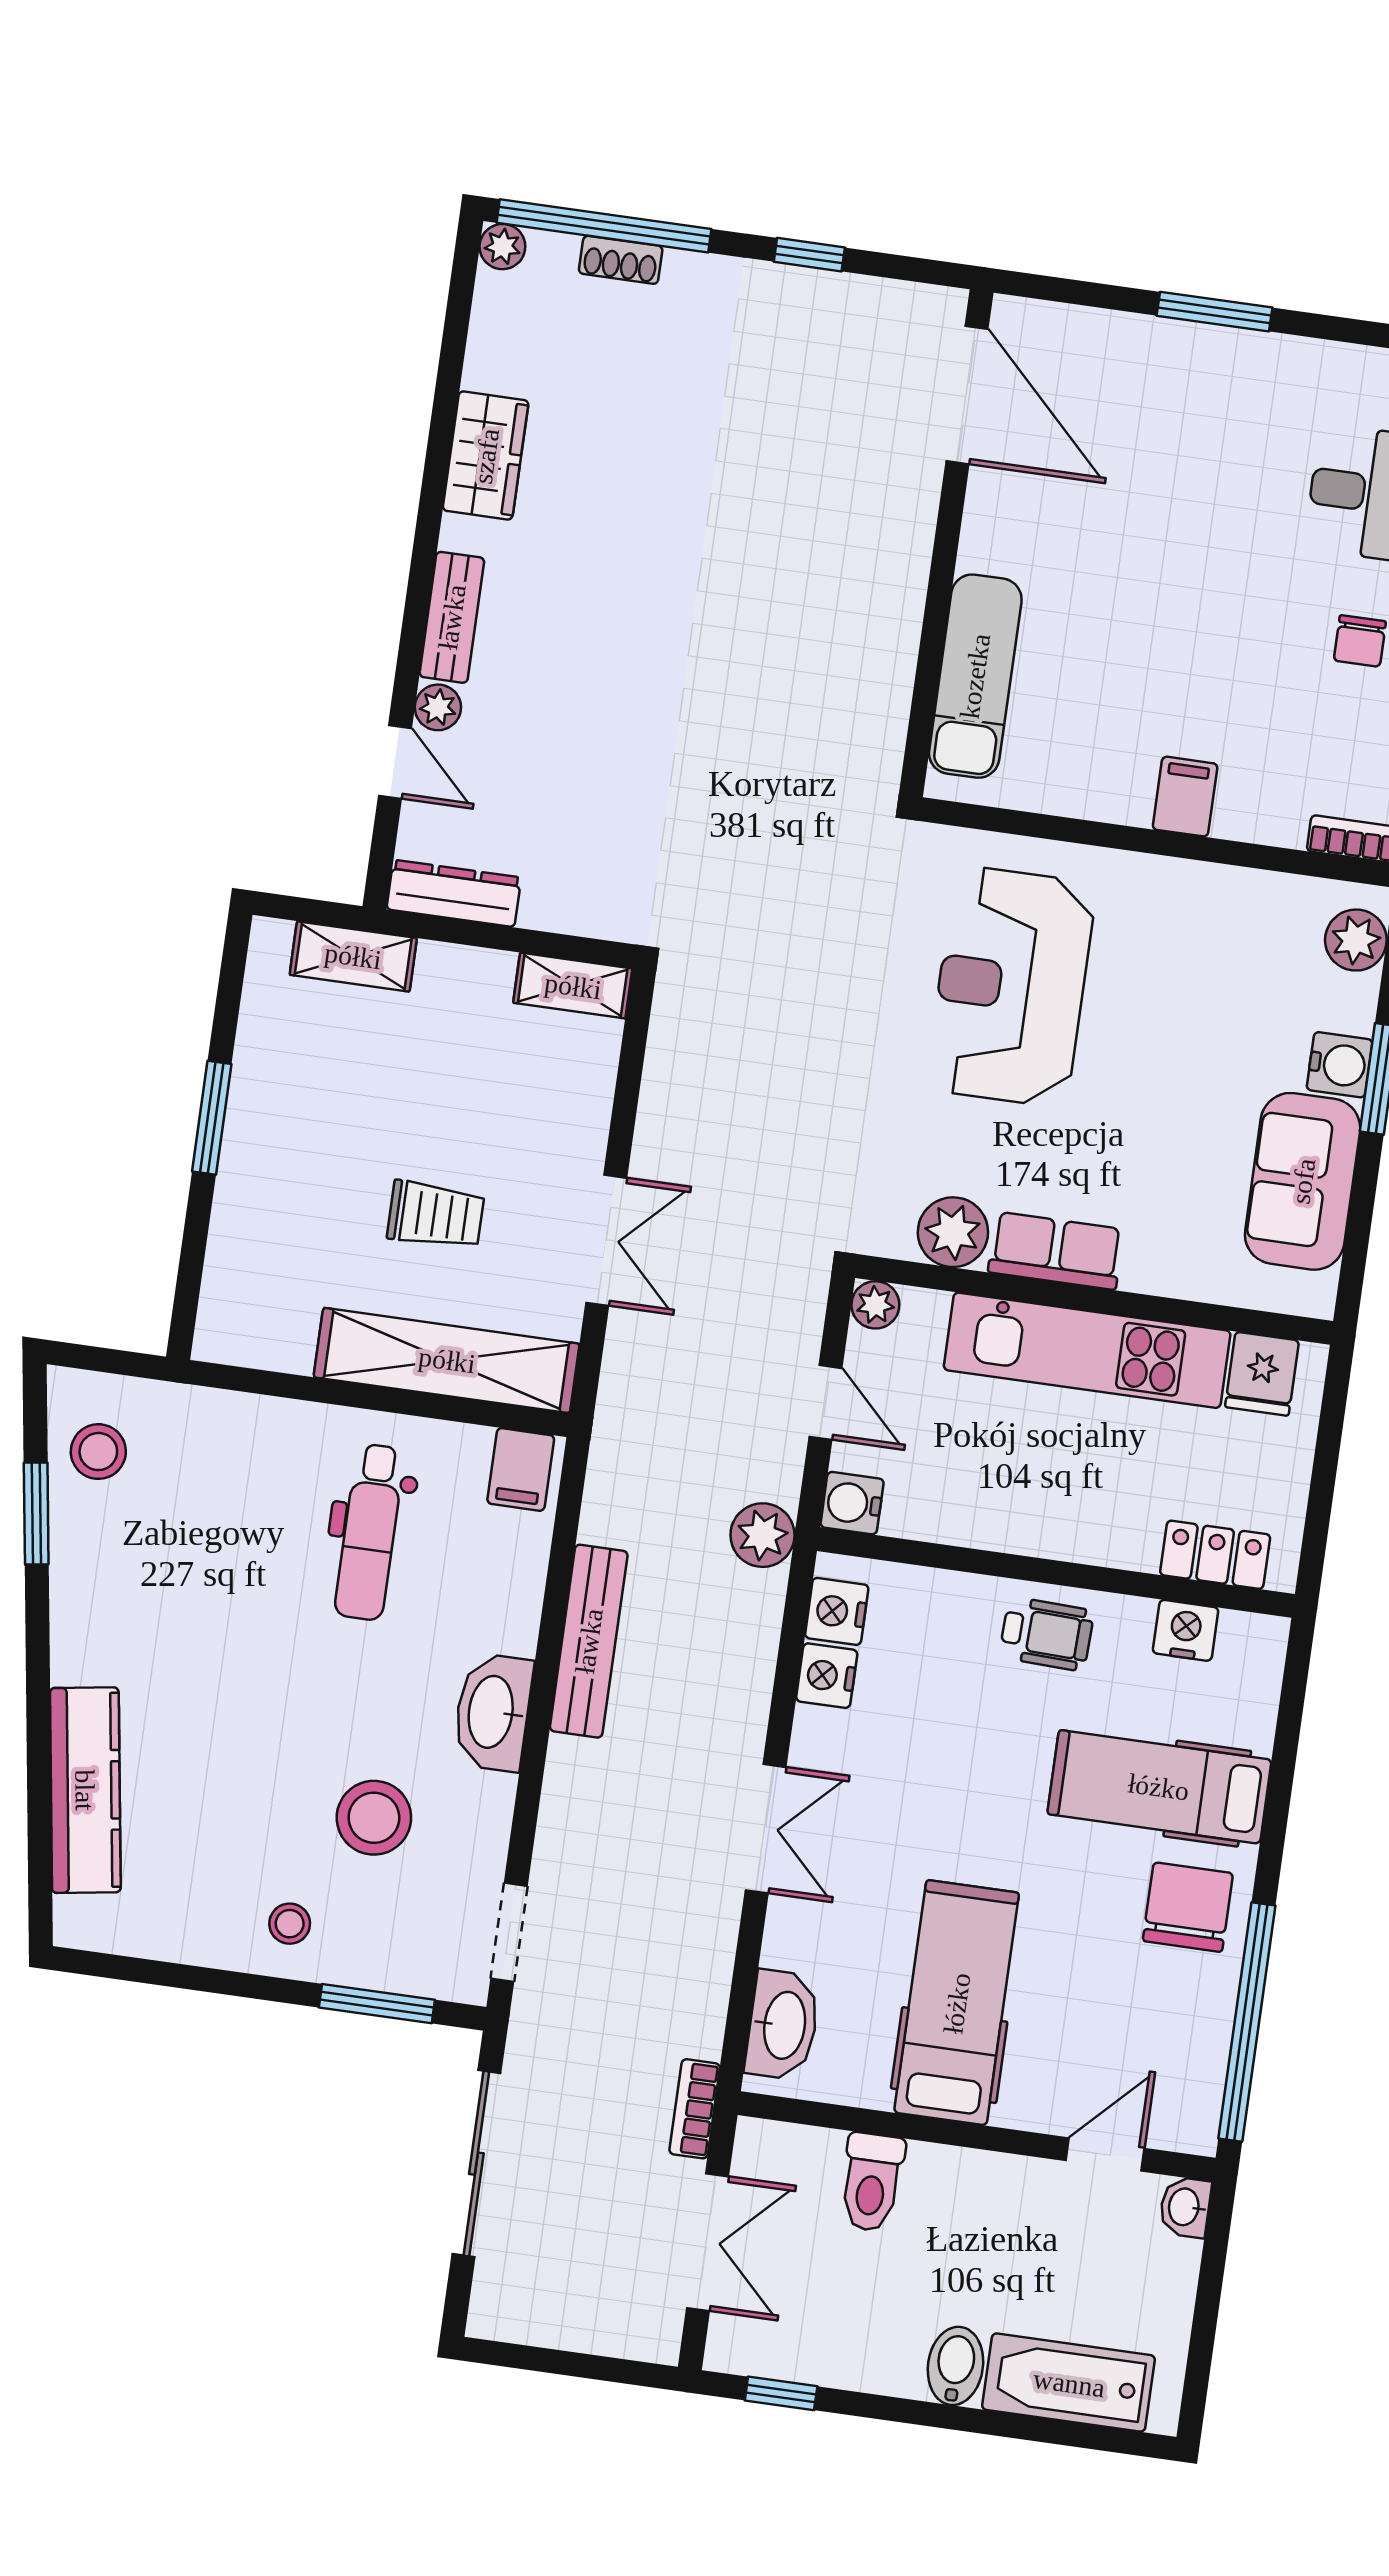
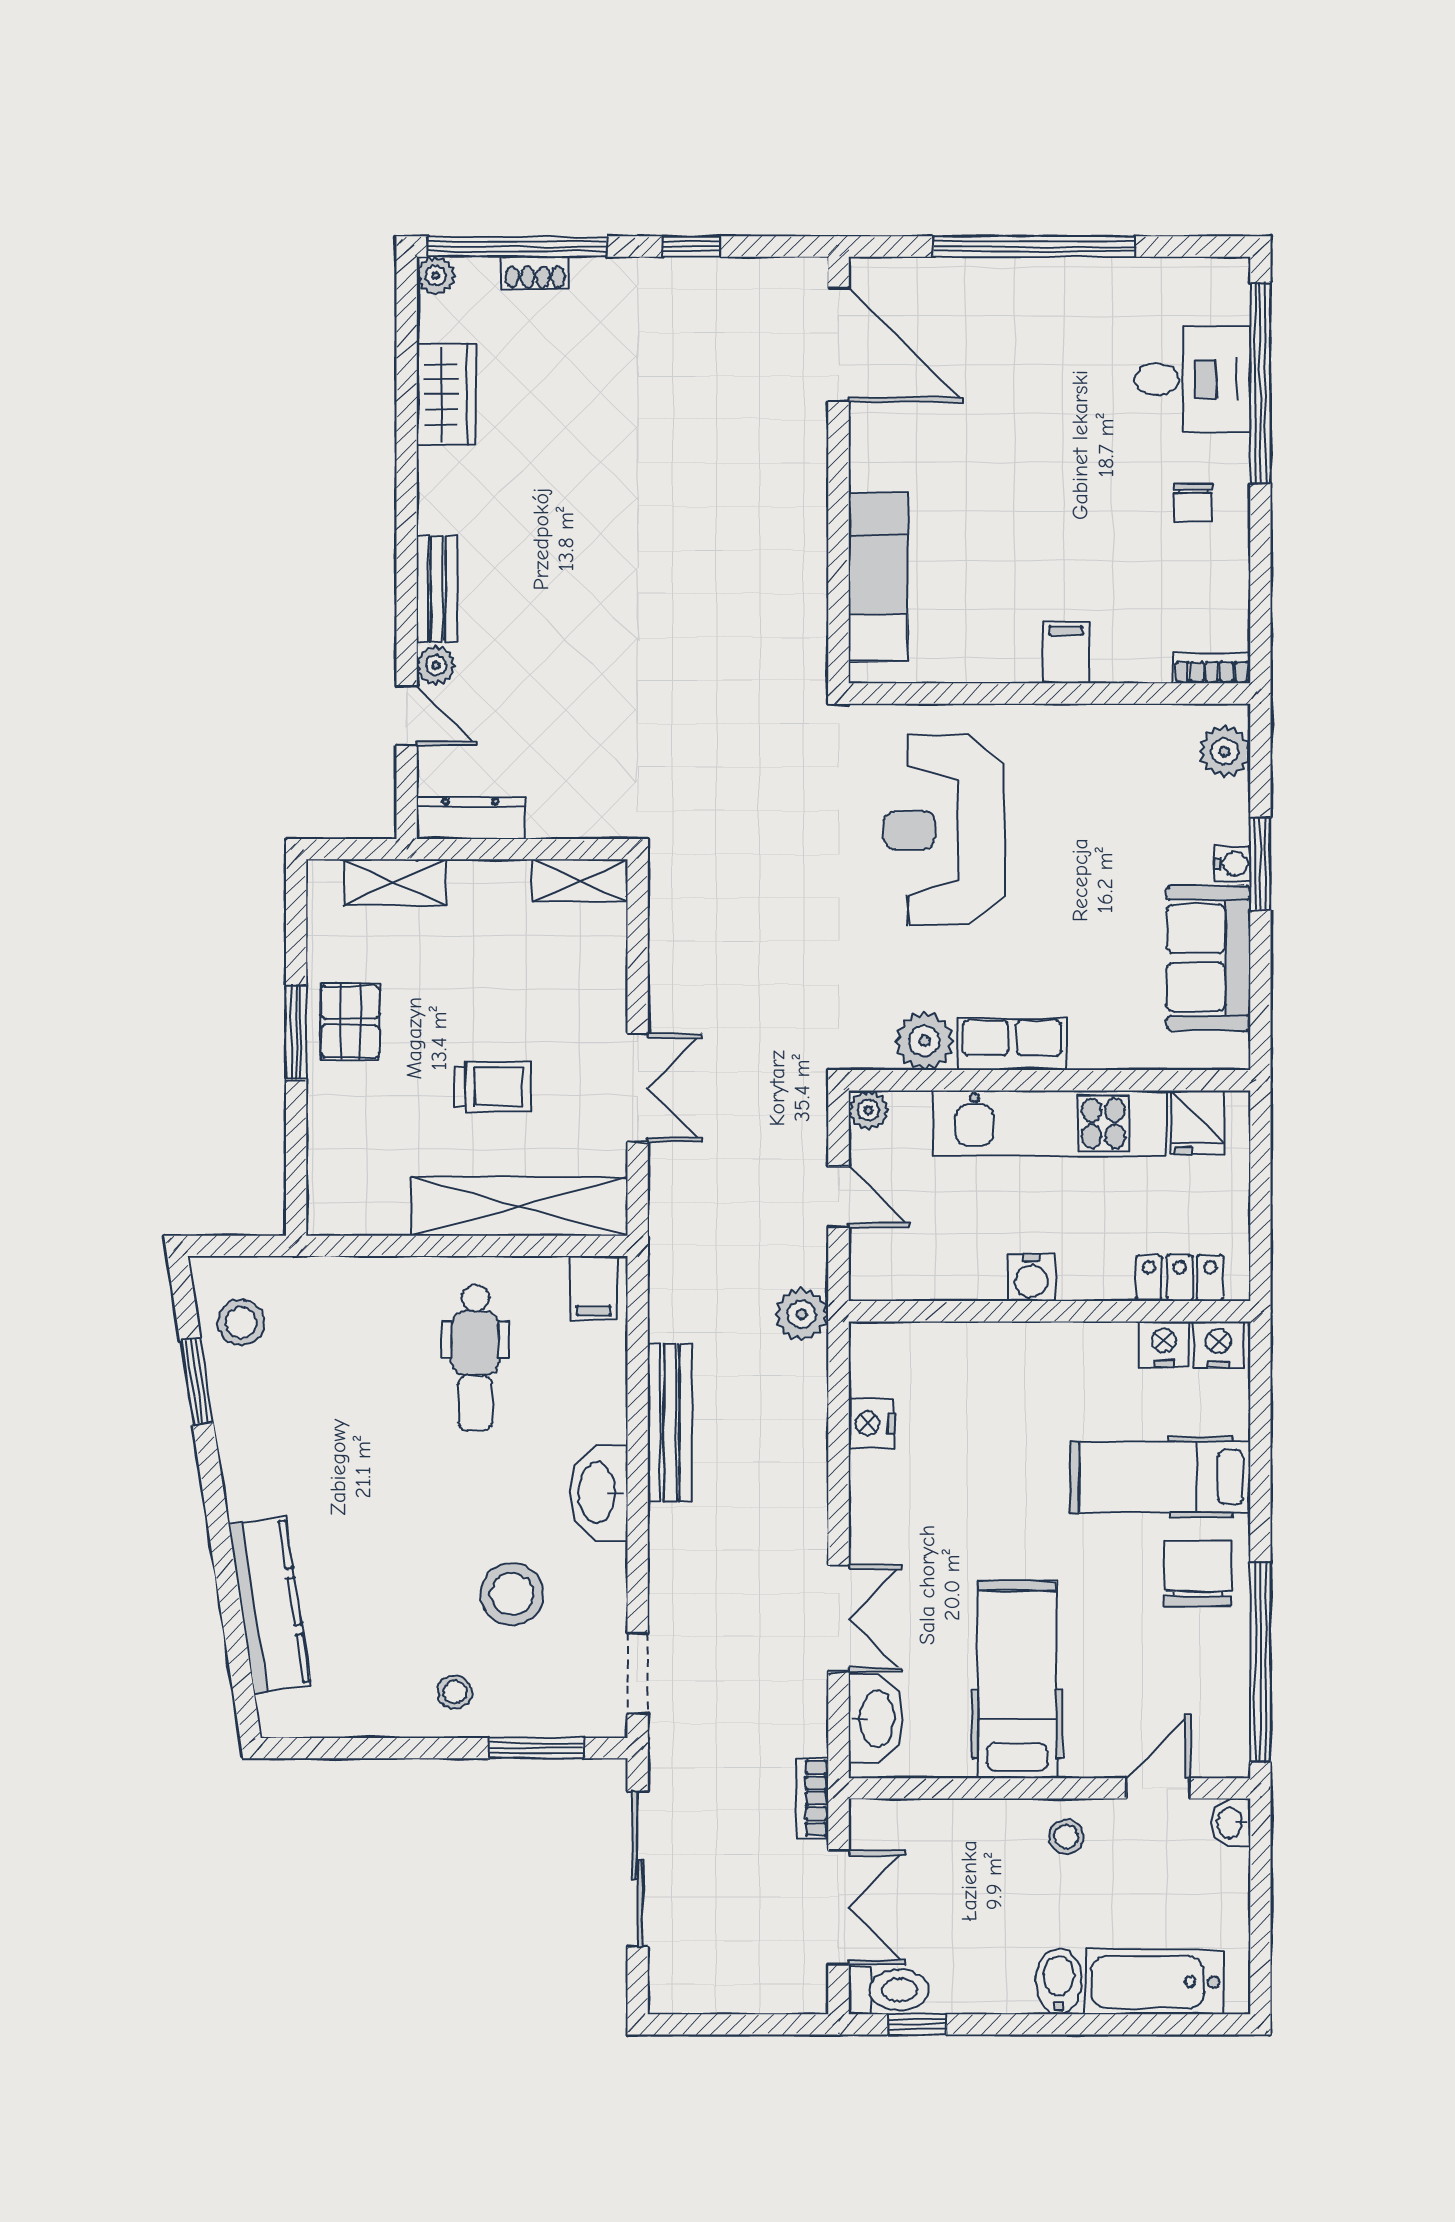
window: (1215, 312) -> (1034, 247), width x2.11
wardrobe: (486, 456) -> (446, 394), moved
water cooler: (1340, 1065) -> (1232, 864), width x0.72, depth x0.72
pallet: (277, 1114) -> (350, 1022), added
water cooler: (852, 1503) -> (1031, 1277), moved, turned -90
nightstand: (837, 1611) -> (1218, 1345), moved, turned 90
wheelchair: (1047, 1634) -> (1049, 1363), removed
double door: (766, 1829) -> (838, 1618), moved
toilet: (872, 2182) -> (889, 1990), moved, turned -90
stool: (989, 2196) -> (1066, 1837), added

